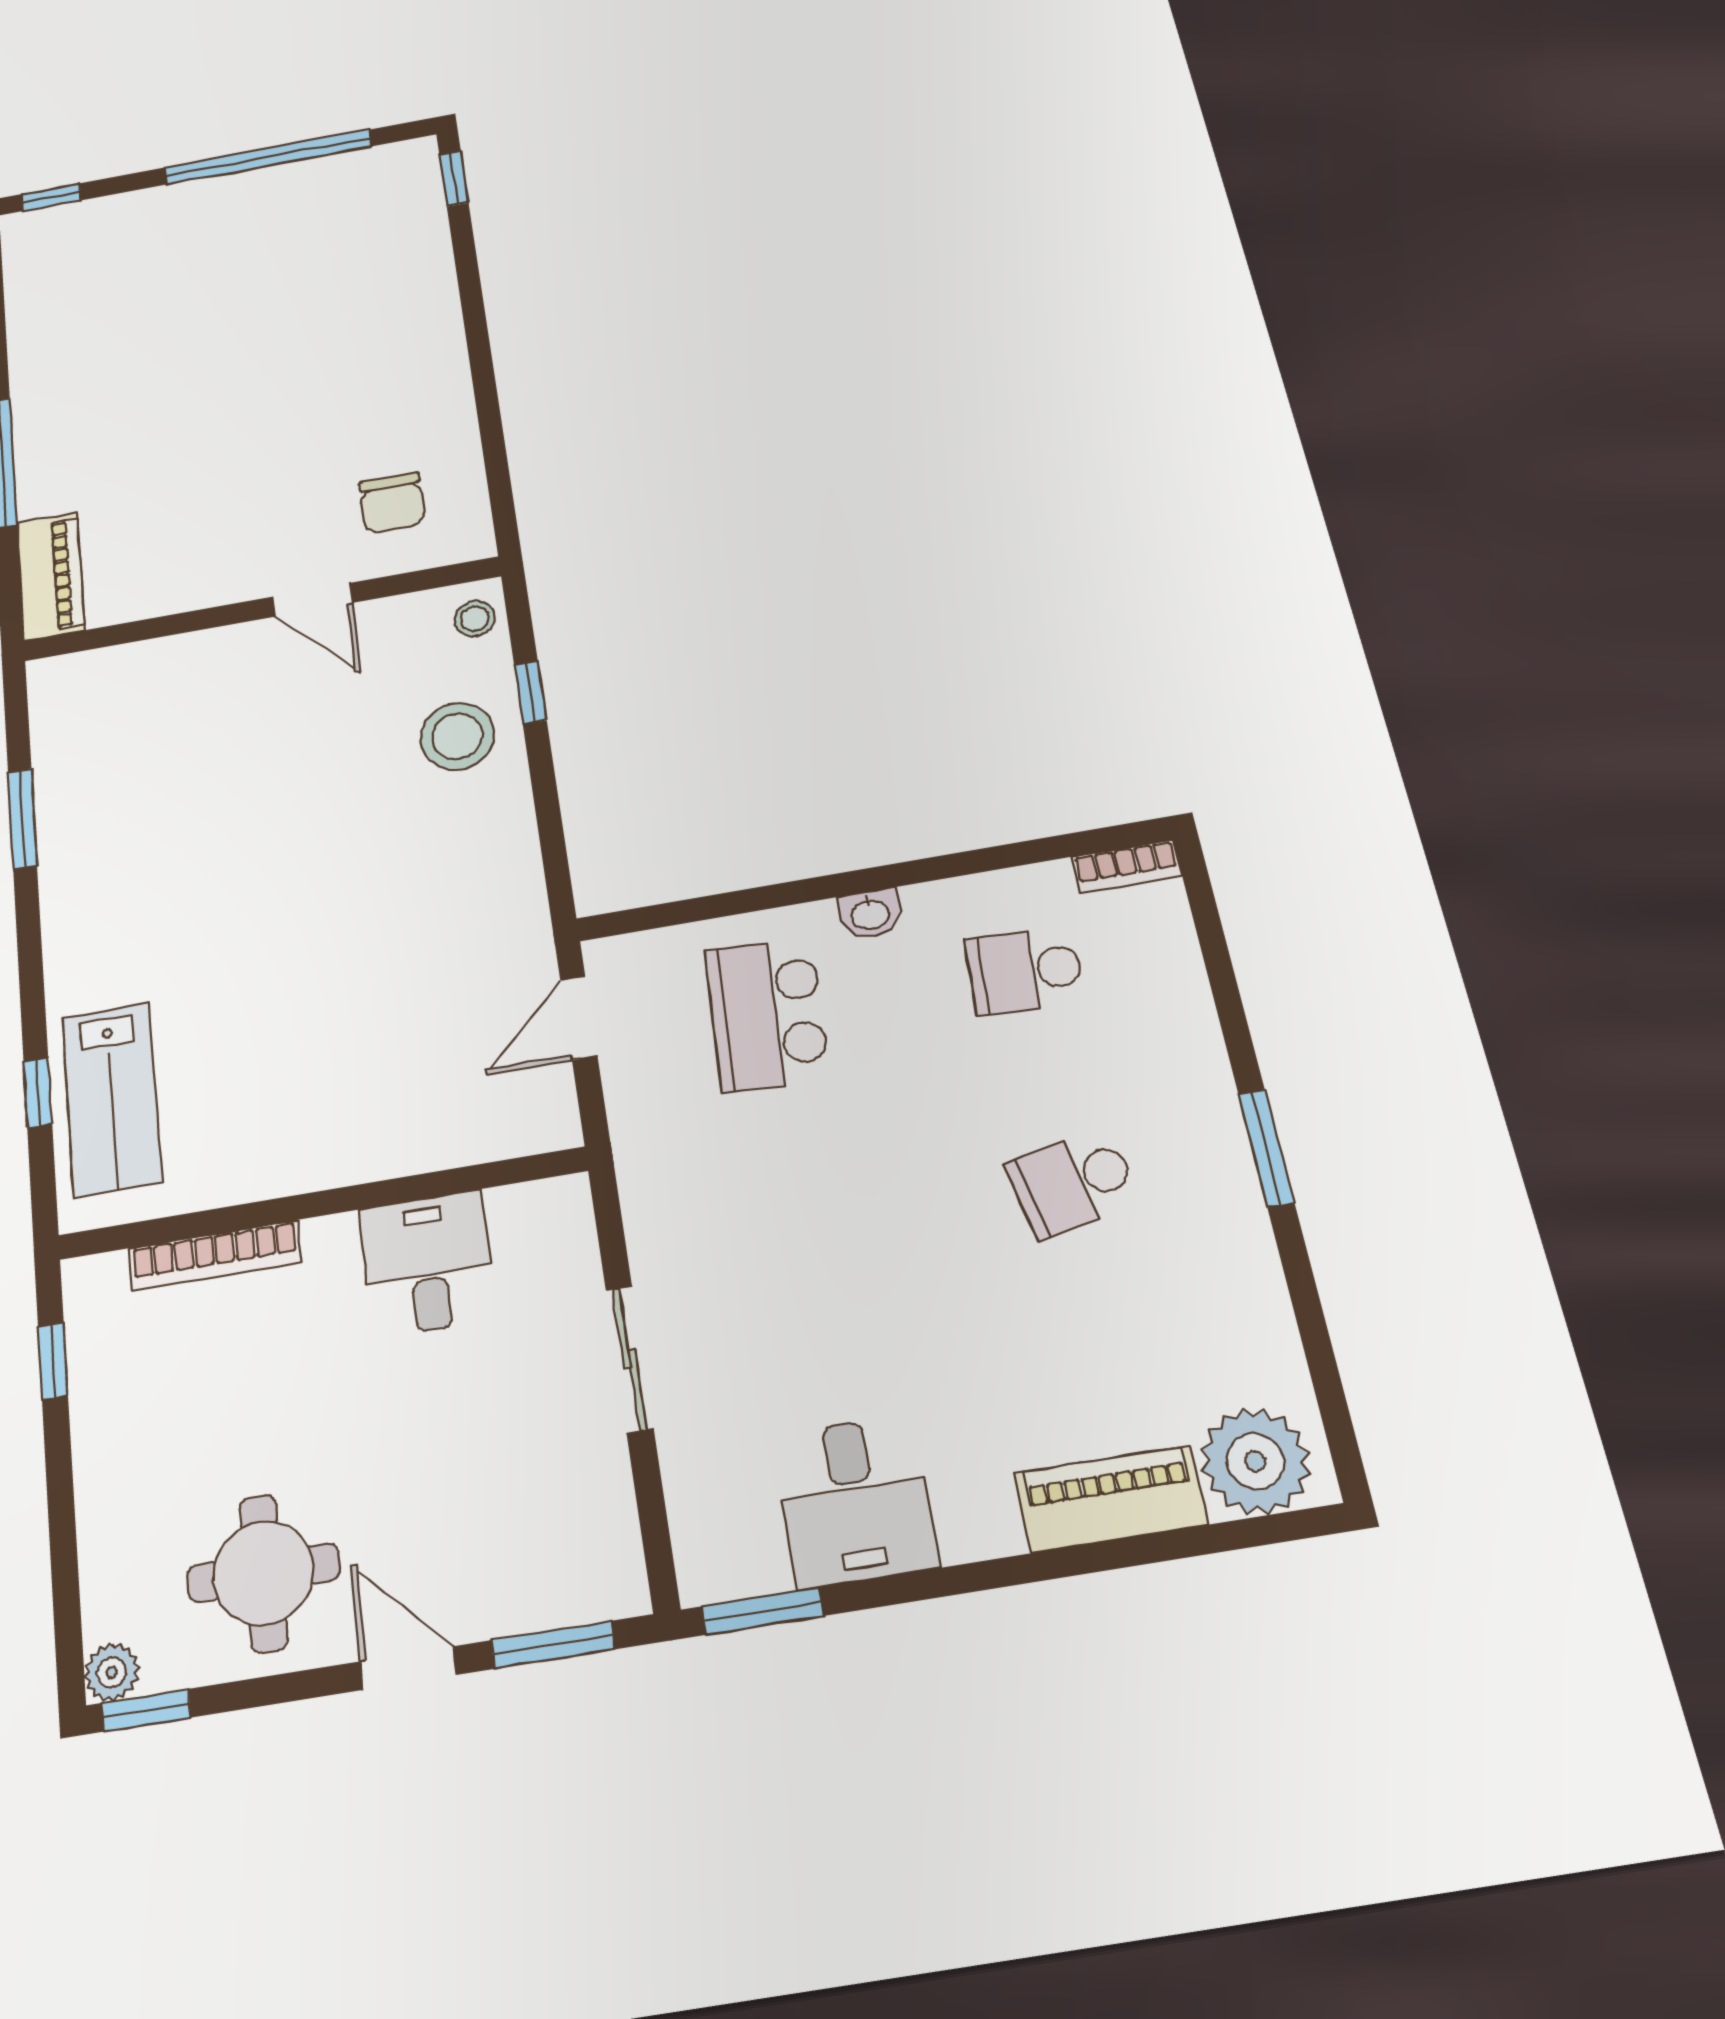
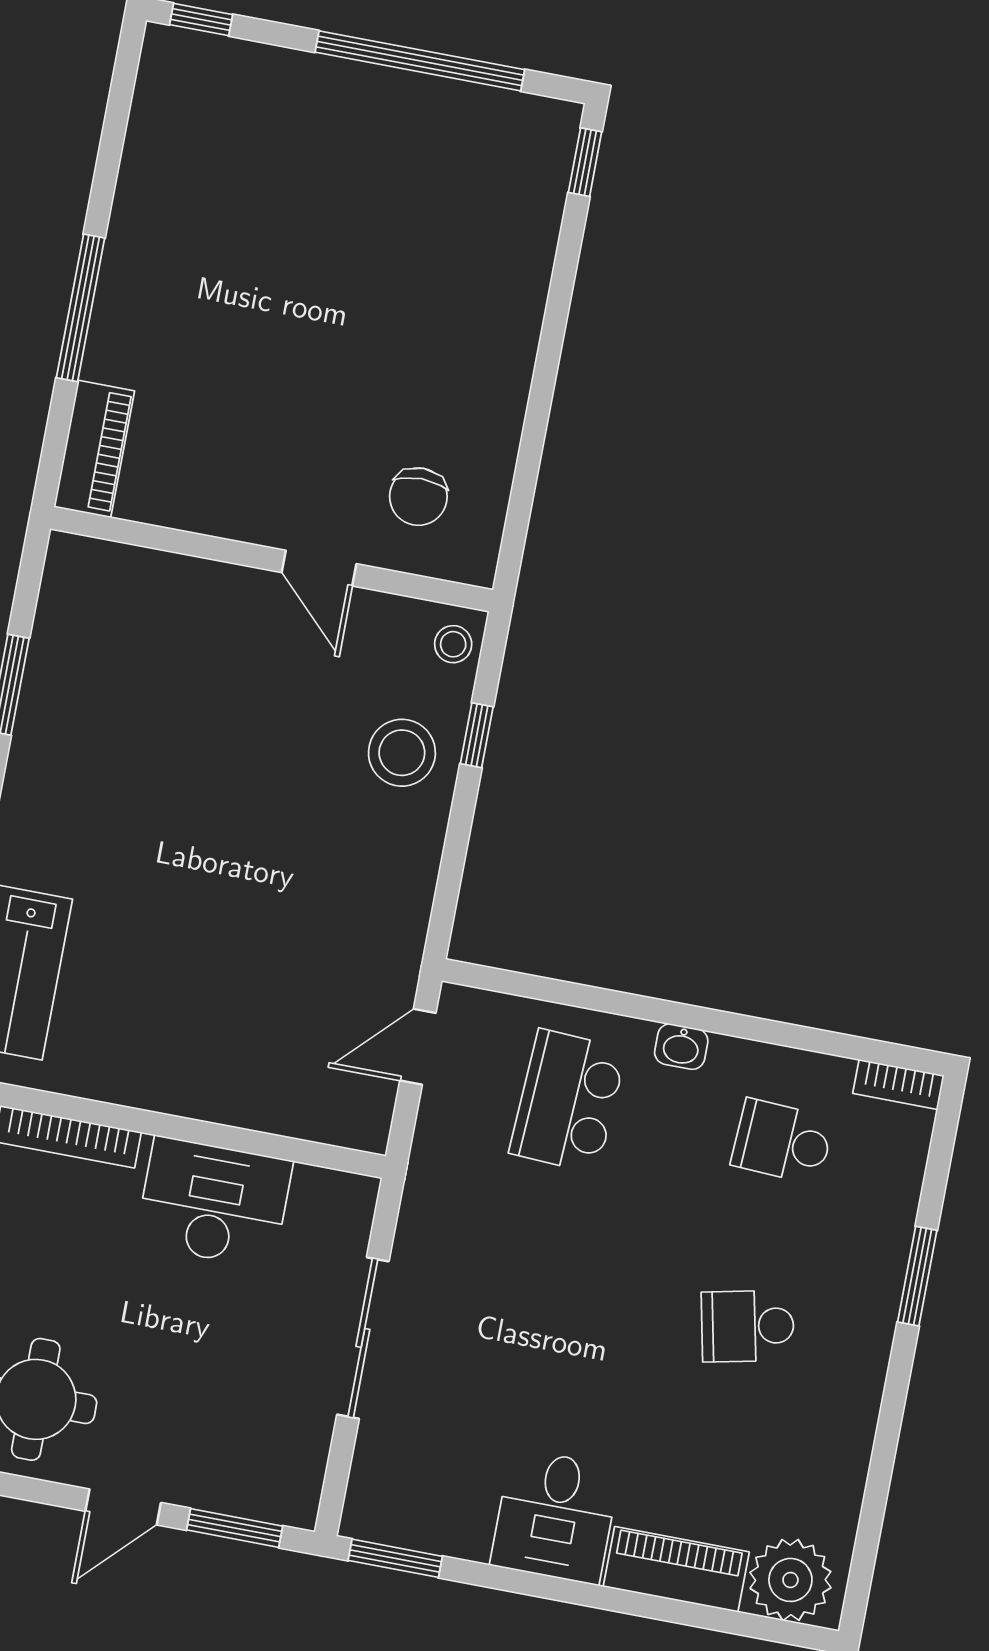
window: (1266, 1148) -> (917, 1276), moved
desk: (428, 1264) -> (214, 1202), width x1.37
sliding door: (629, 1359) -> (363, 1338), width x1.37
desk: (855, 1501) -> (555, 1516), moved
door: (408, 1668) -> (123, 1507), swing flipped

